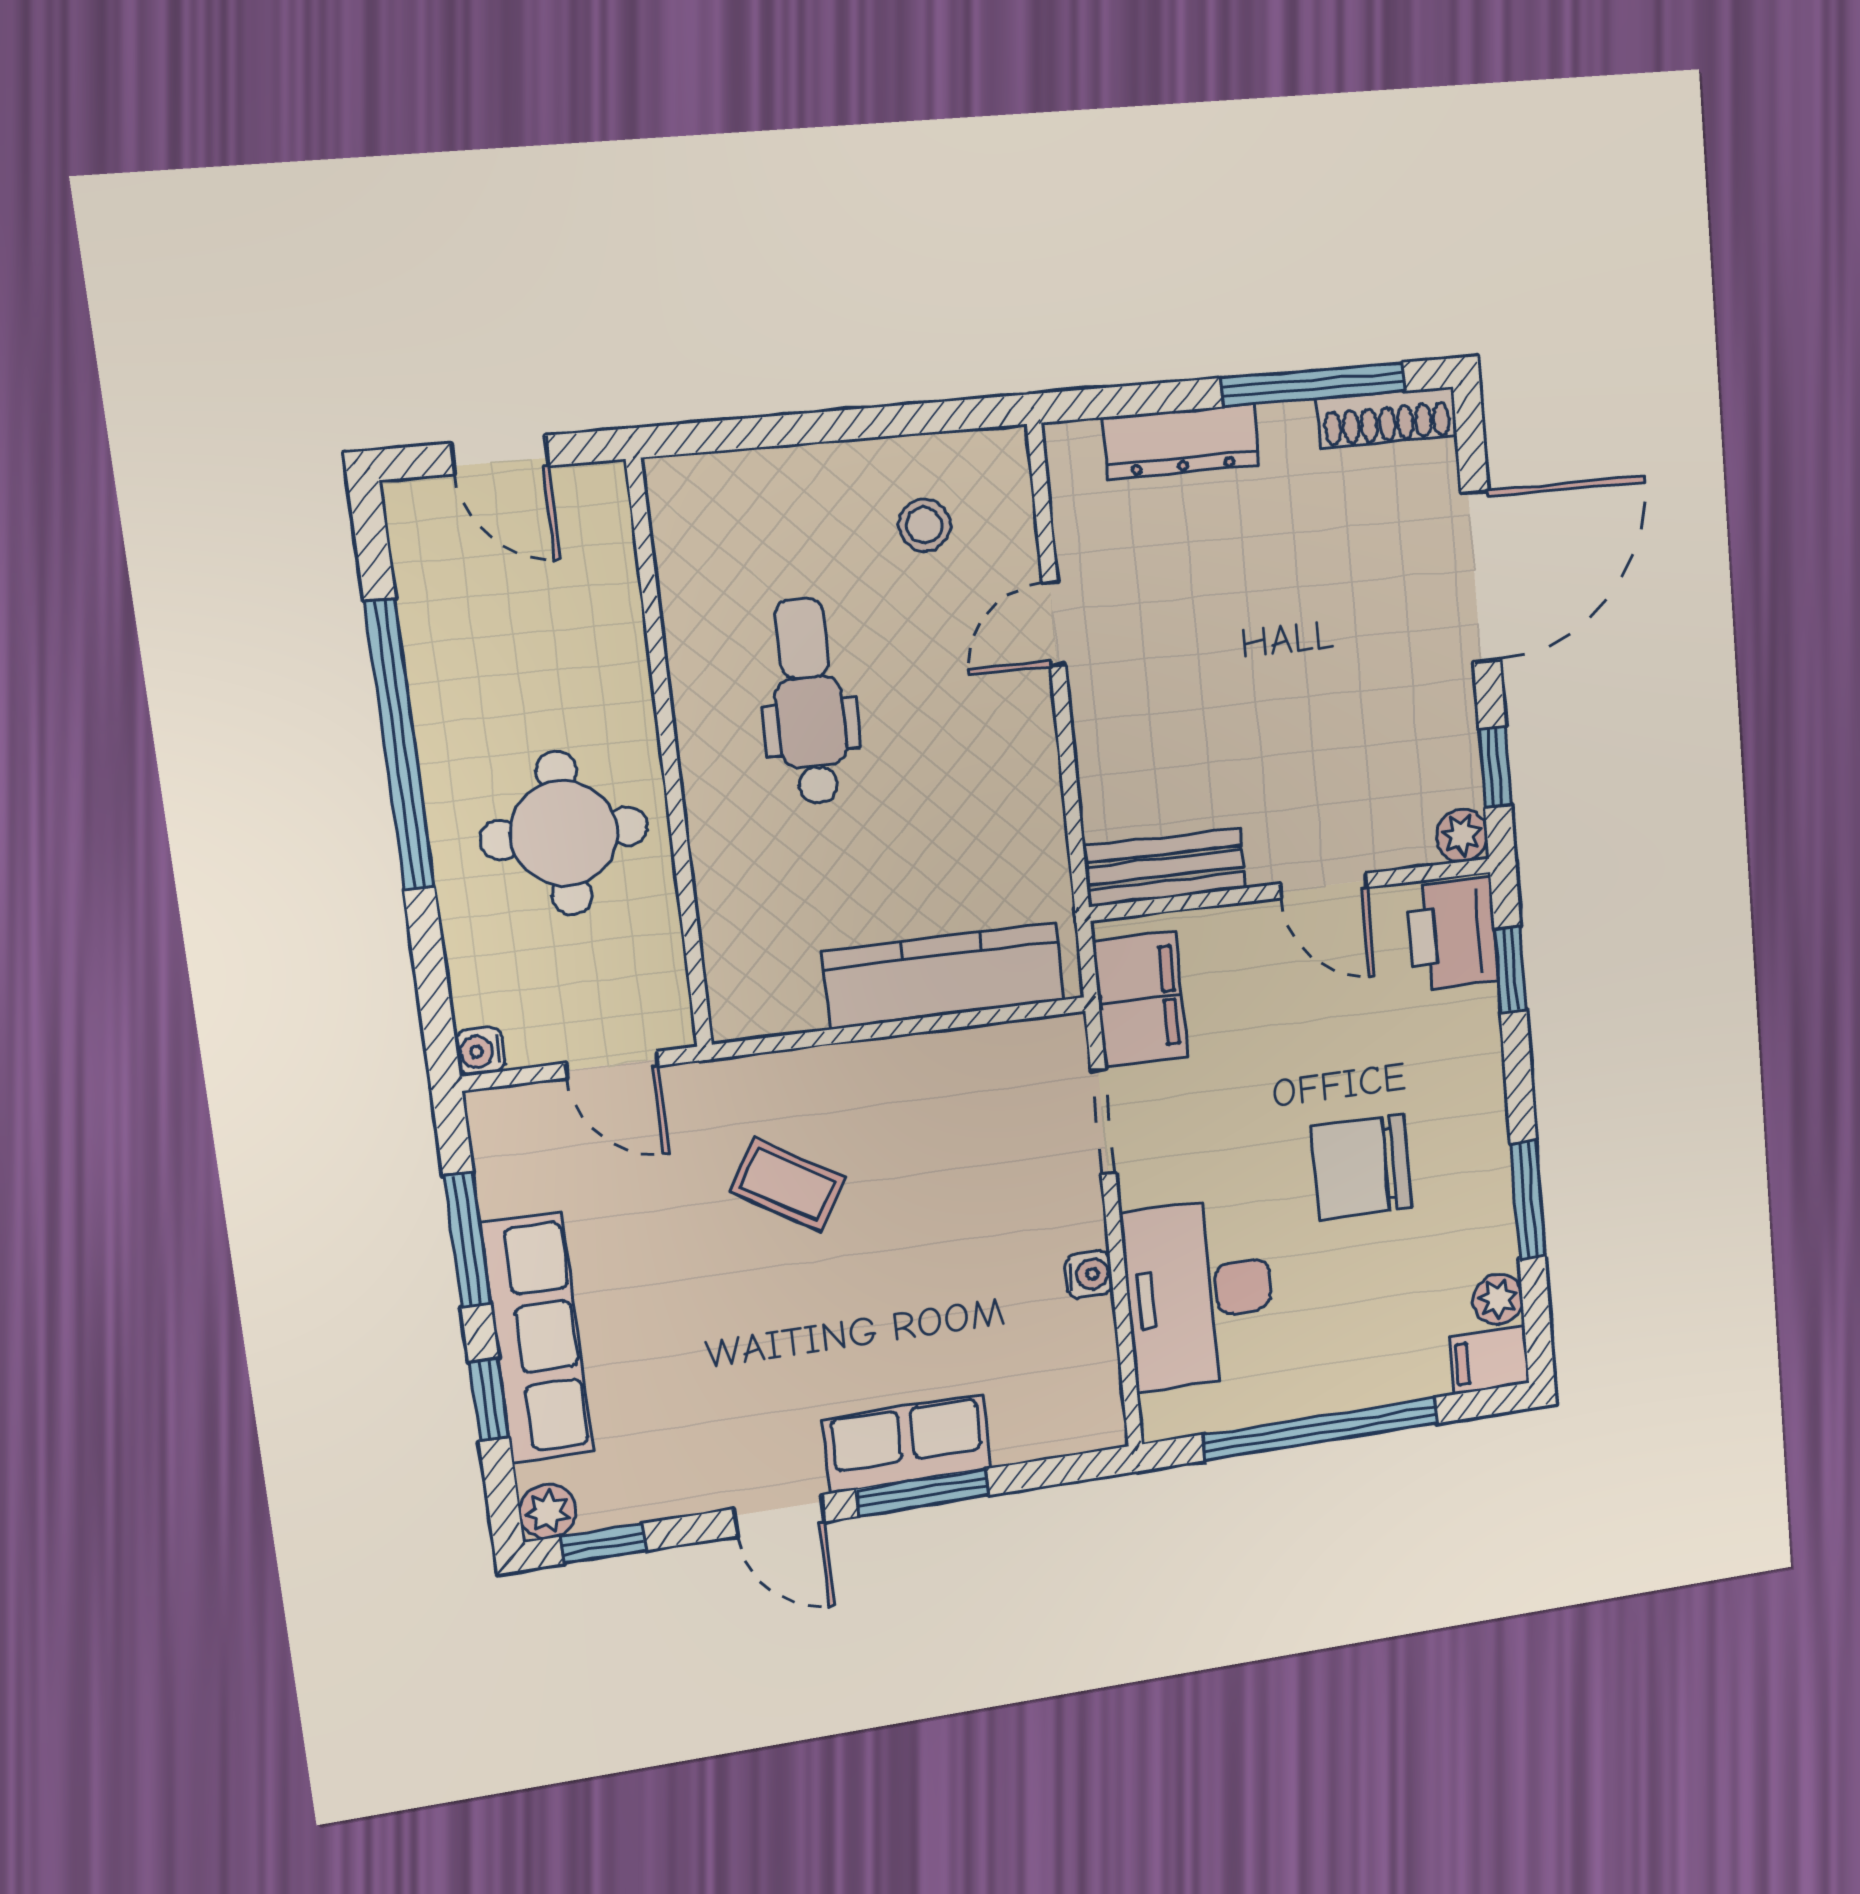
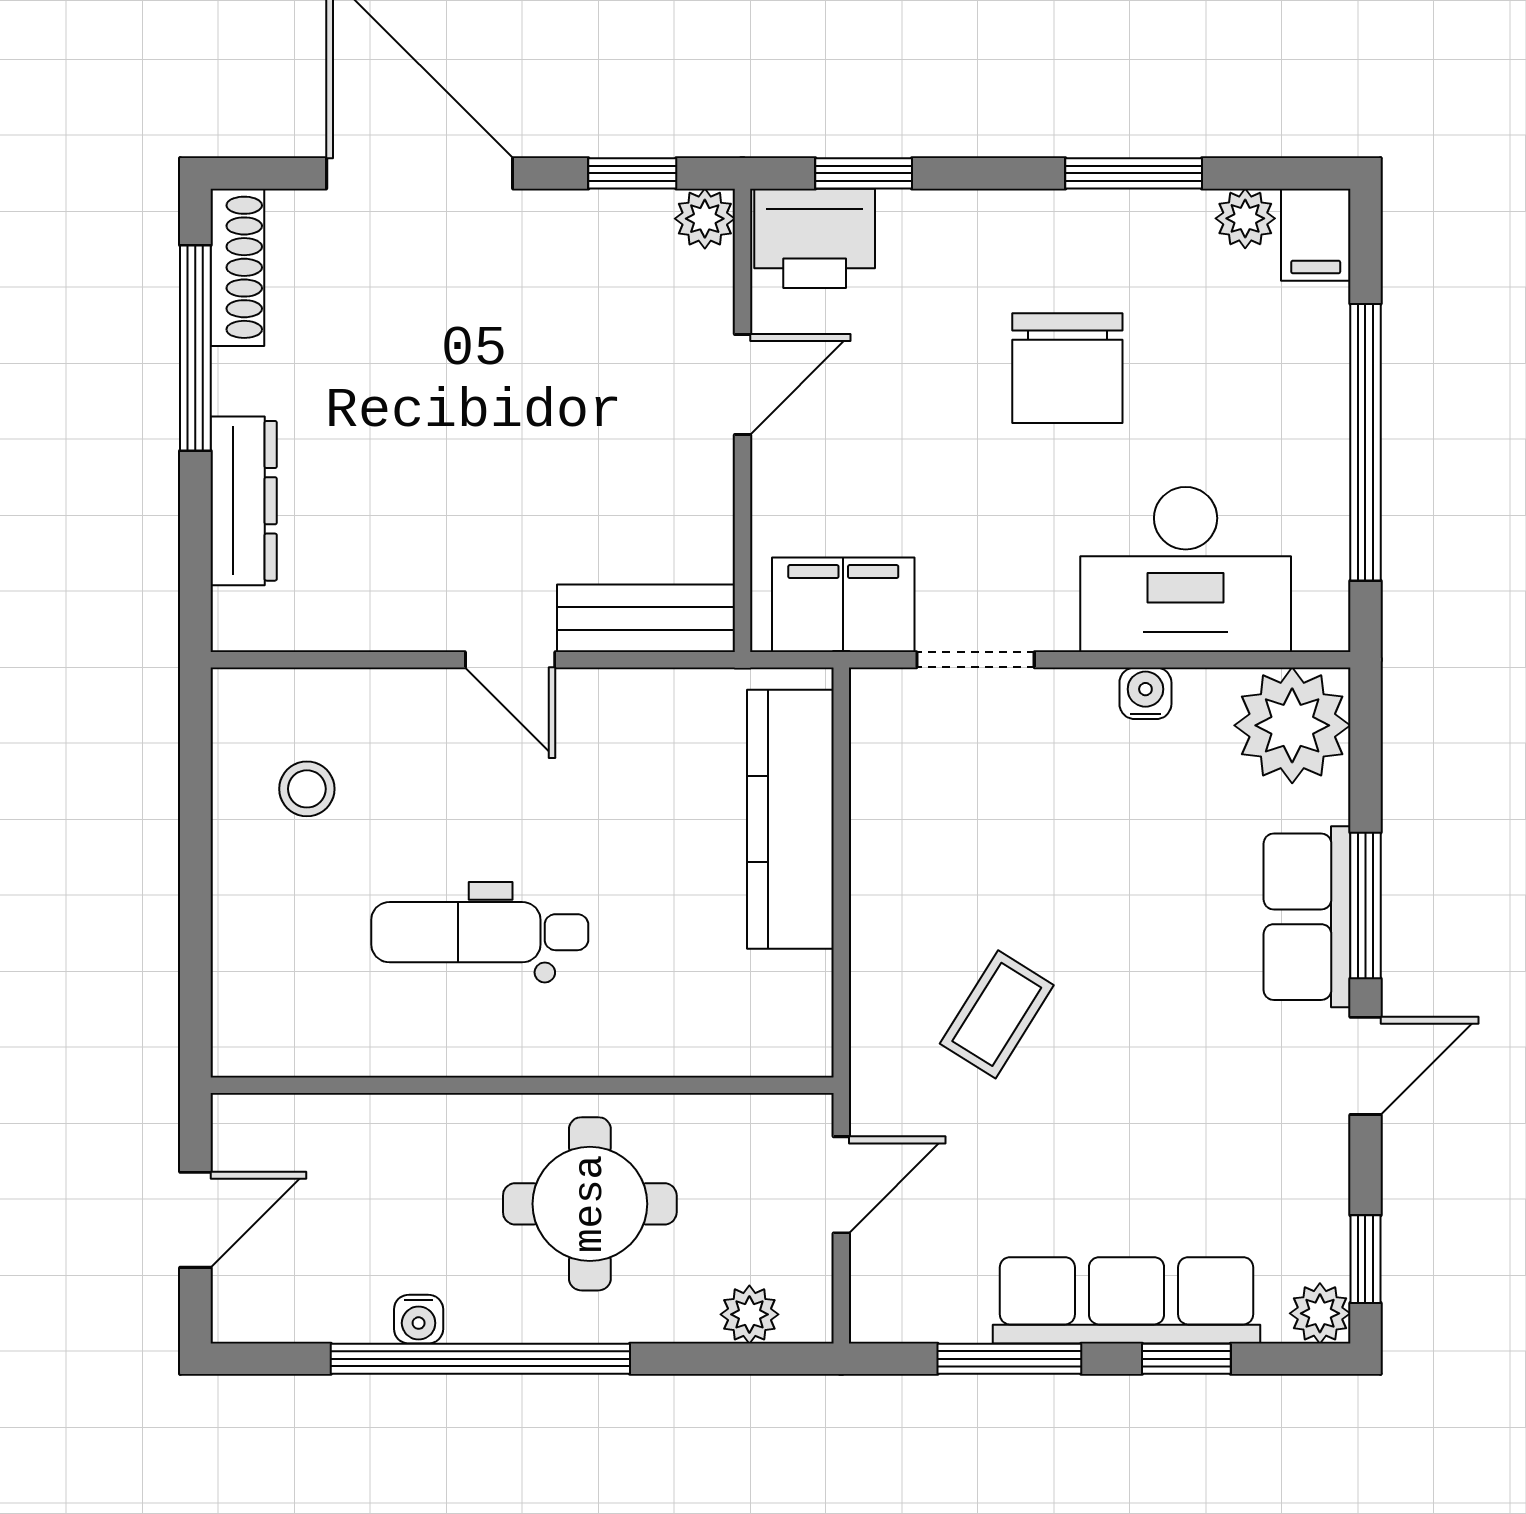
door: (1054, 624) -> (510, 660), moved
bench: (1164, 867) -> (646, 618), moved, turned 90
plant: (477, 995) -> (749, 1314), added
water cooler: (480, 1051) -> (419, 1319), moved
plant: (1074, 1405) -> (1292, 725), added

